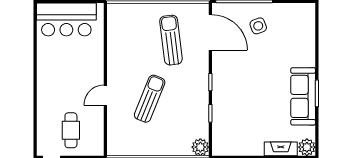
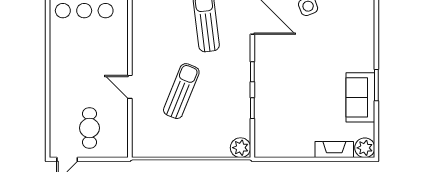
door: (105, 95) -> (130, 87), hinge flipped
sofa: (303, 96) -> (360, 97), width x0.73

